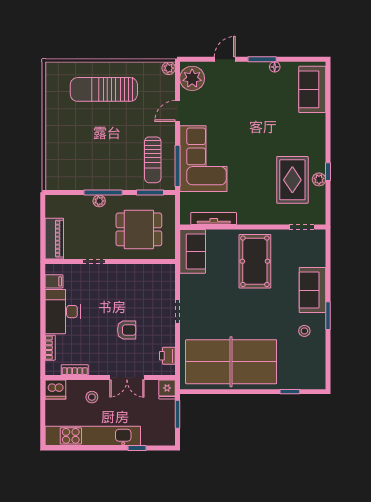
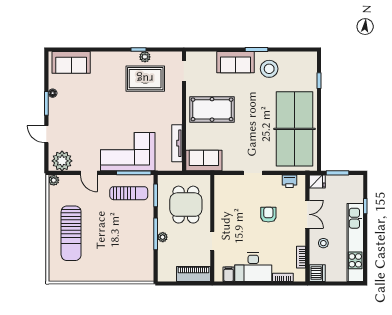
stool: (304, 331) -> (269, 69), width x1.89, depth x1.89

